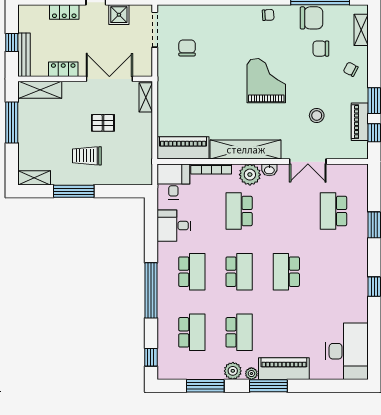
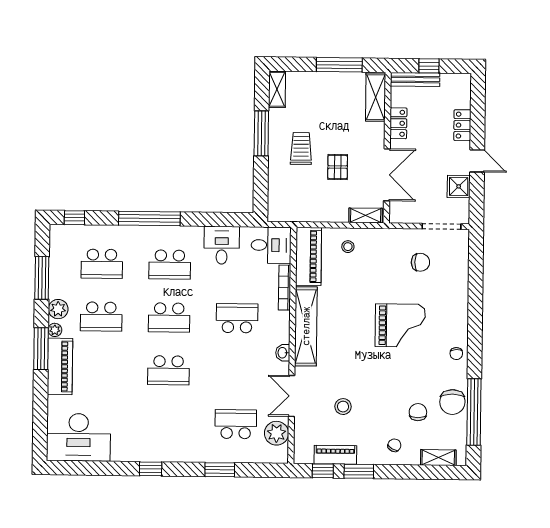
grand piano: (266, 81) -> (400, 325), moved
stool: (174, 113) -> (348, 247), added
plant: (250, 175) -> (277, 433), moved
school desk: (286, 272) -> (168, 370), turned 180

